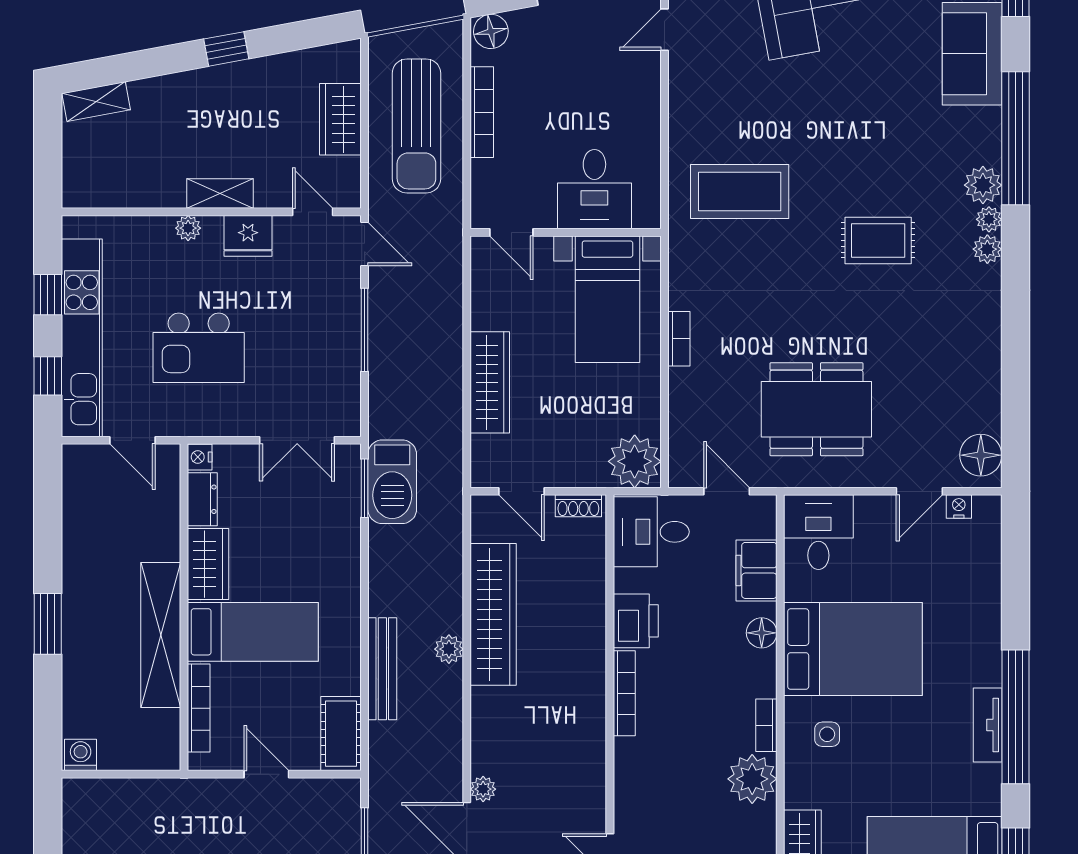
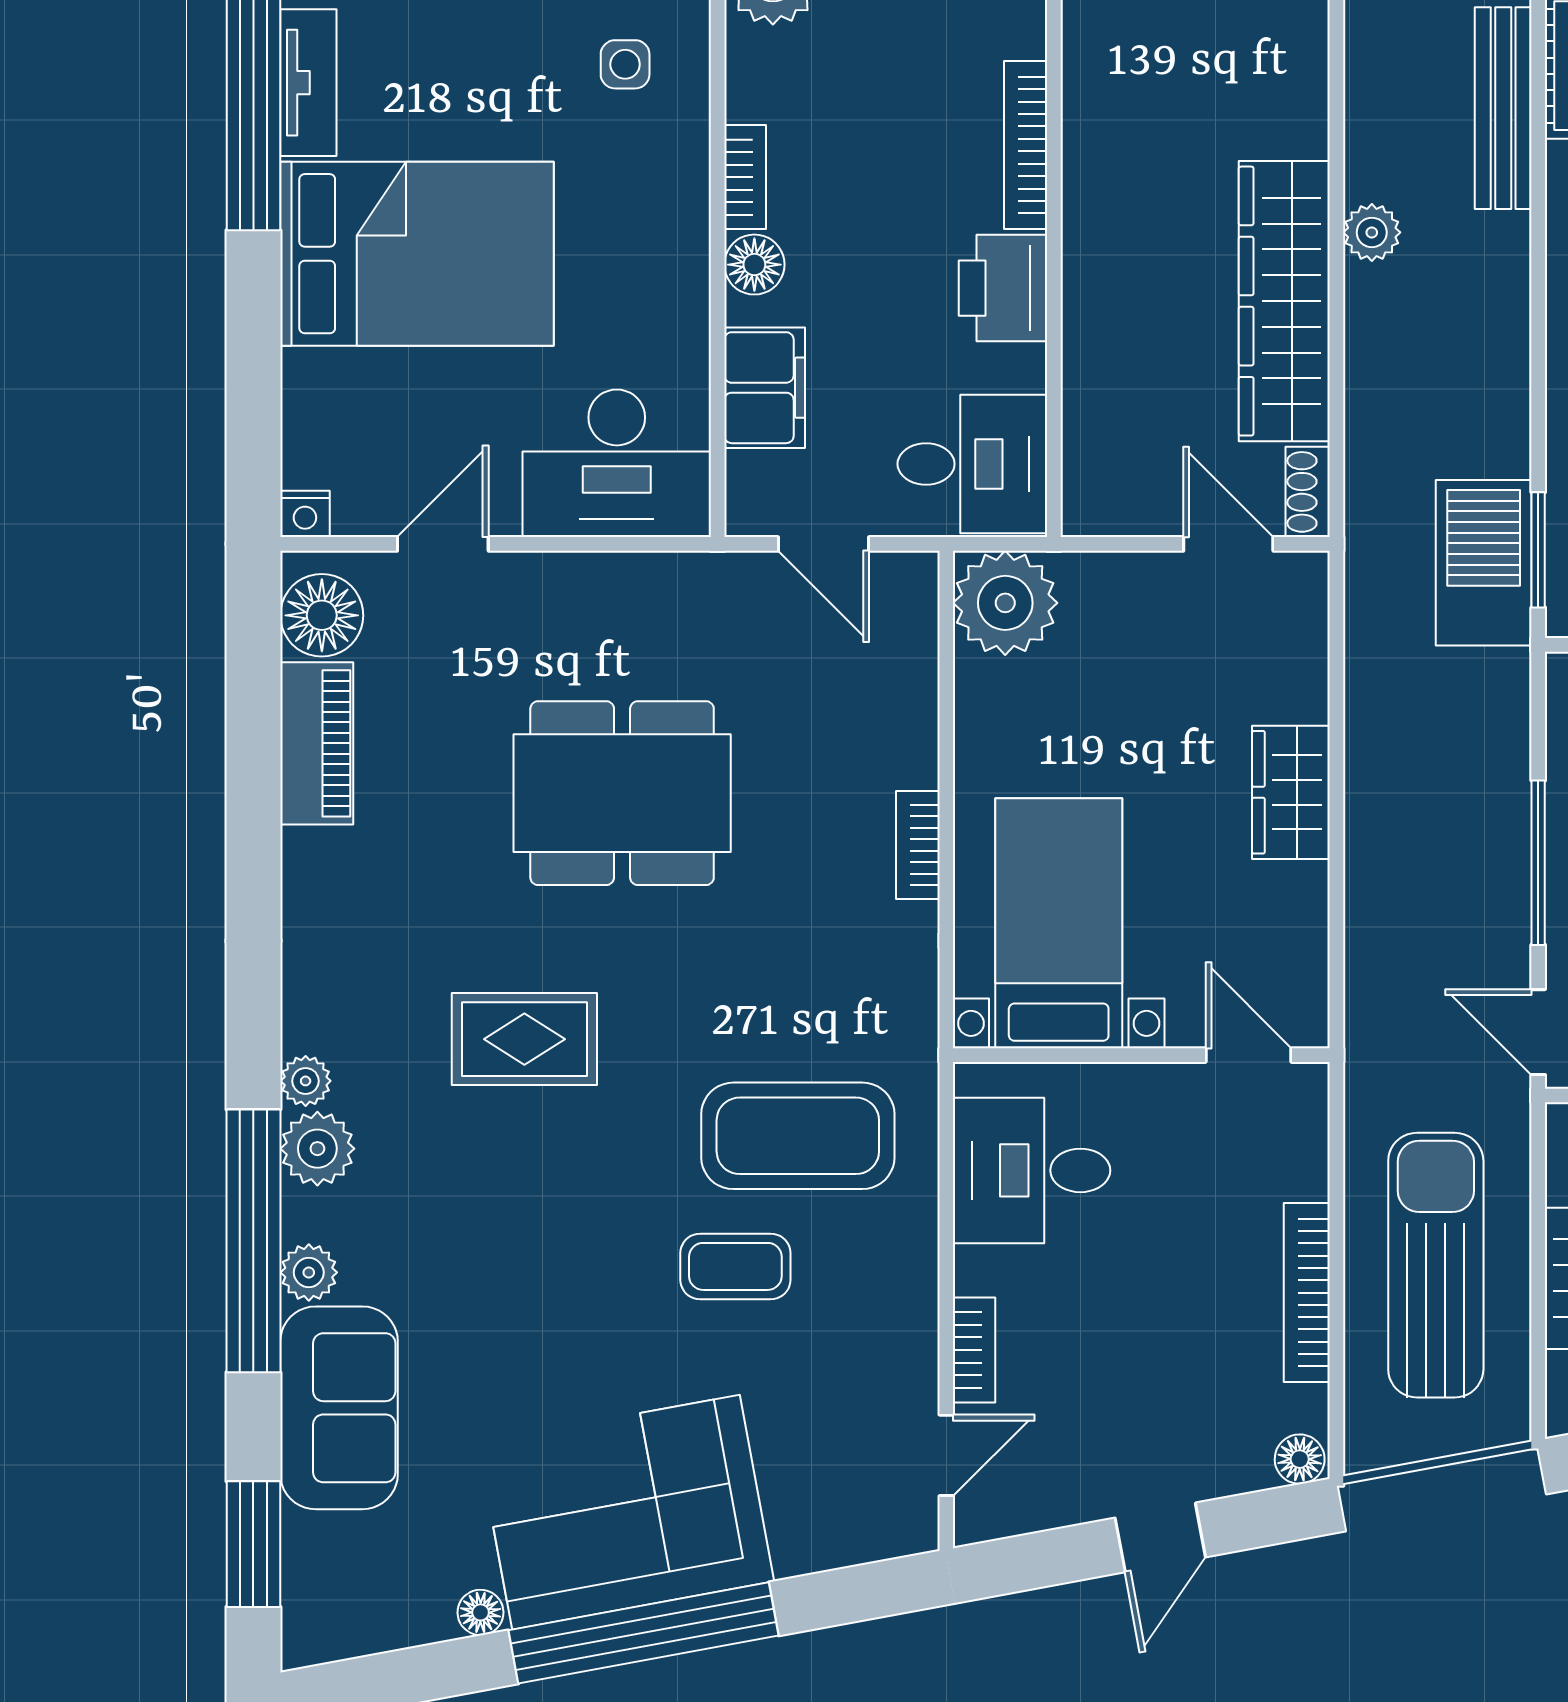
floor lamp: (491, 31) -> (1300, 1459), width x0.73, depth x0.73
bookcase: (650, 83) -> (974, 1350), added
coffee table: (771, 125) -> (735, 1266), added
desk: (594, 189) -> (1032, 1170), moved, turned -90
plant: (987, 249) -> (309, 1272), moved
wardrobe: (490, 382) -> (1291, 792), width x0.67
piano: (983, 390) -> (317, 743), added
dining table: (816, 409) -> (622, 793), moved
shoe rack: (578, 506) -> (1308, 492), moved, turned -90
nightstand: (959, 506) -> (305, 514), moved
desk: (818, 532) -> (617, 463), width x1.37
bed: (853, 649) -> (417, 254), moved, turned 180
bench: (382, 669) -> (1503, 108), moved
bookcase: (766, 725) -> (745, 177), moved

